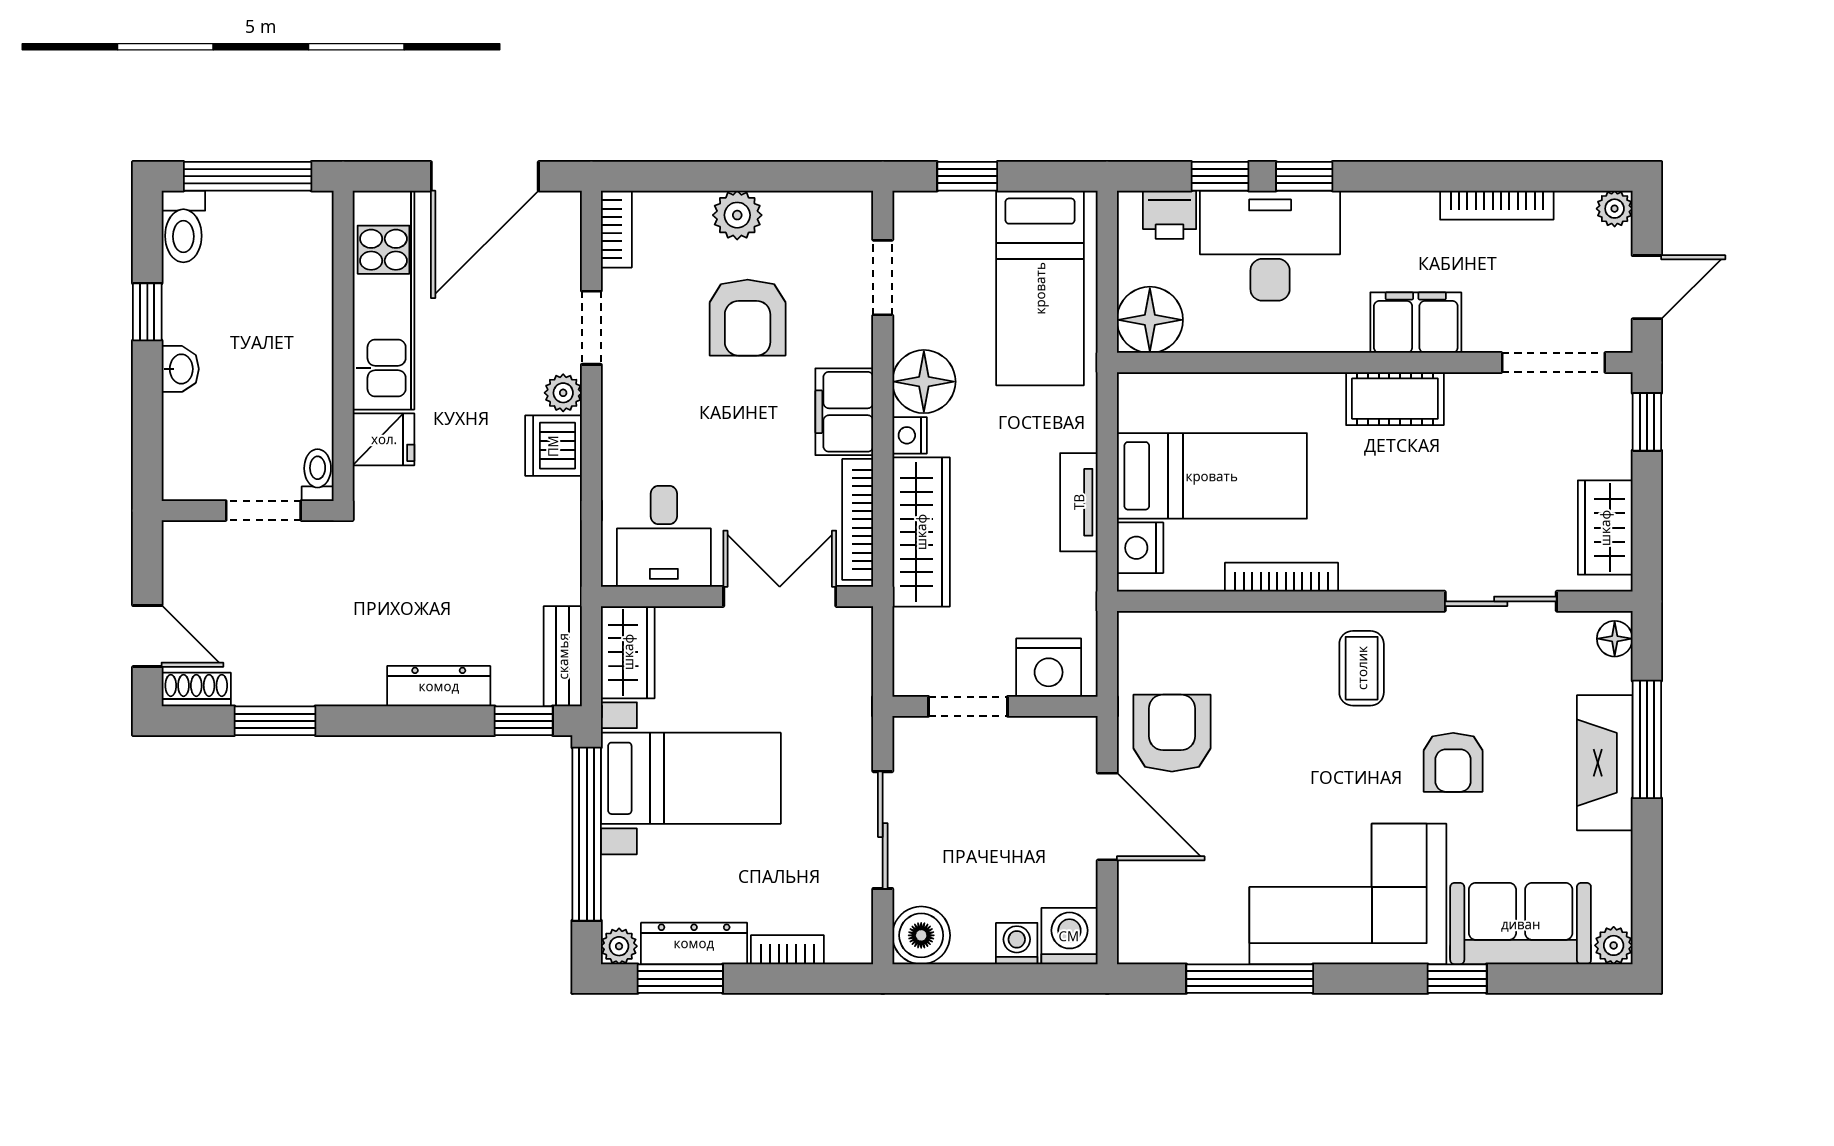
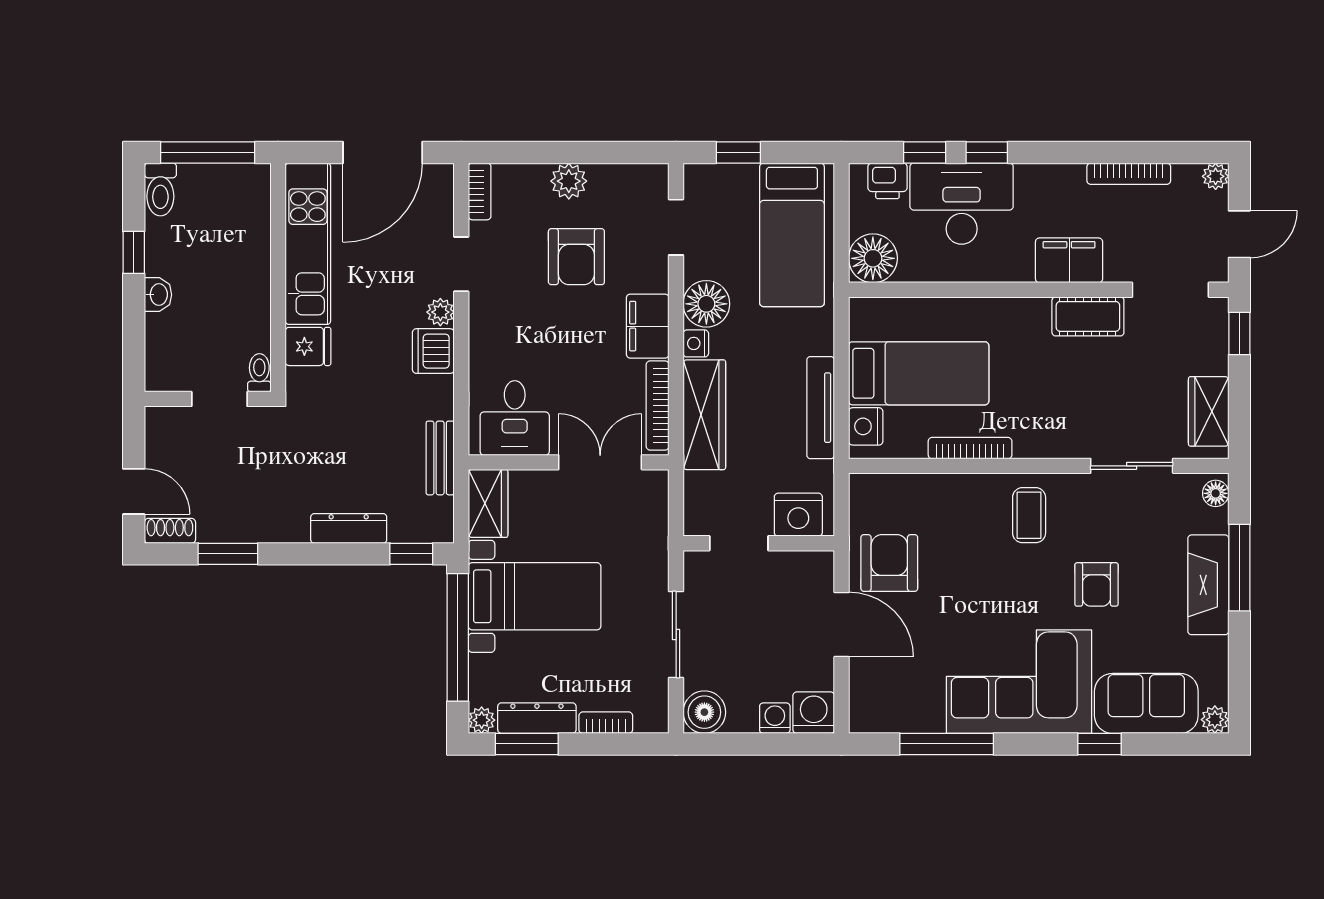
cot: (1395, 399) -> (1088, 316), moved
tv unit: (1079, 502) -> (821, 408), width x1.41
bench: (563, 656) -> (440, 458), moved

